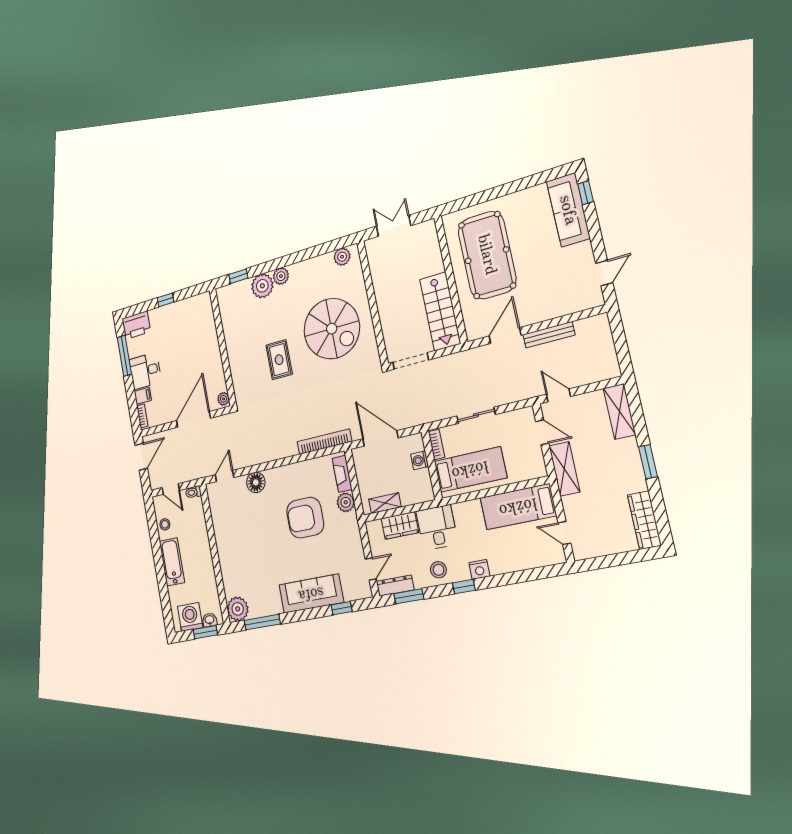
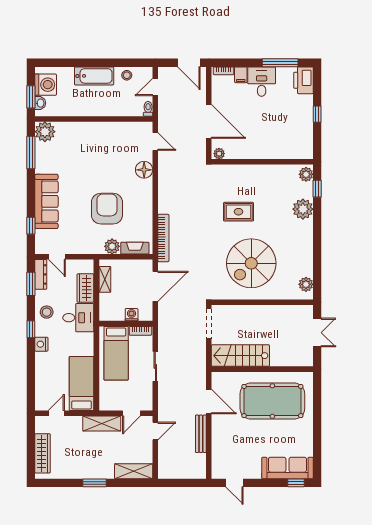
plant: (281, 276) -> (306, 174), moved
wardrobe: (644, 520) -> (42, 453), moved, turned 90

